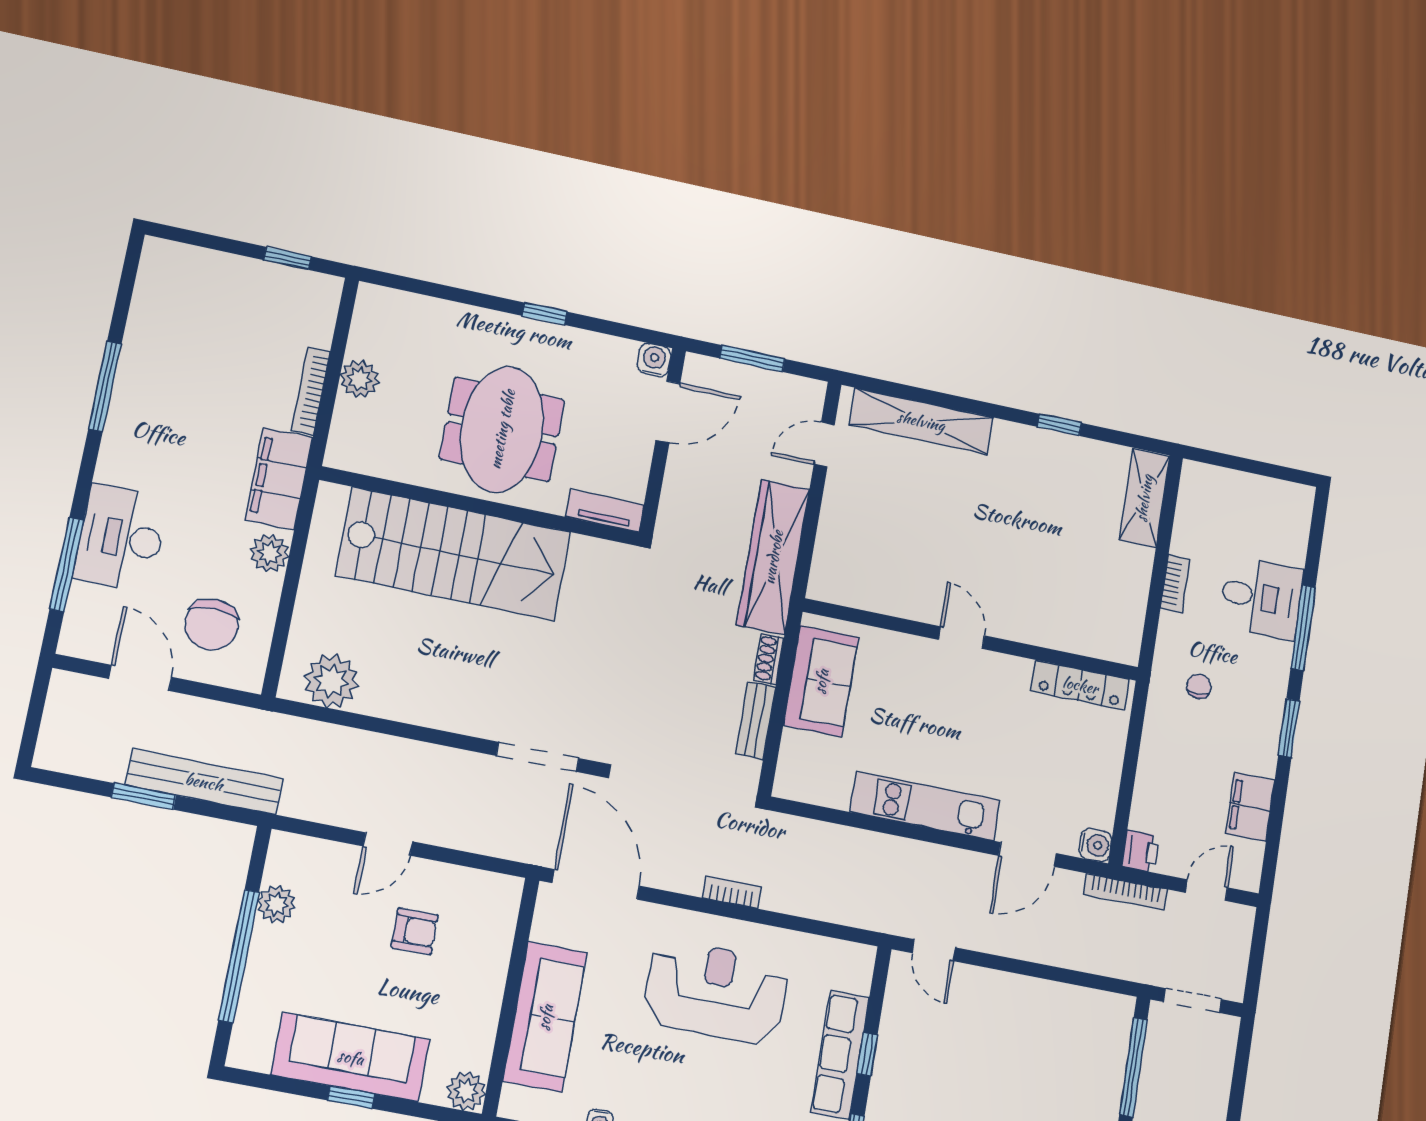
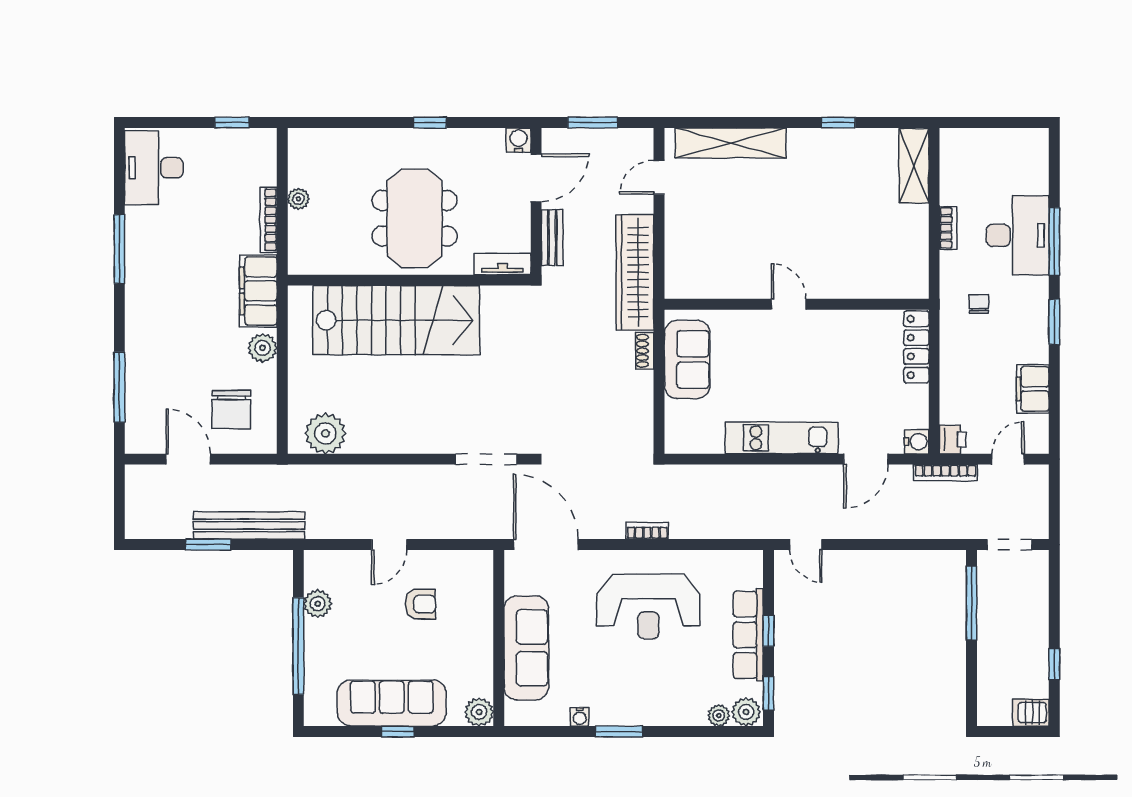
plant: (360, 379) -> (298, 199), width x0.73, depth x0.73
desk: (121, 538) -> (154, 168), moved
desk: (1261, 598) -> (1018, 235), width x1.37
locker: (1080, 685) -> (916, 347), moved, turned 90
bench: (756, 721) -> (552, 238), moved
reception desk: (716, 992) -> (648, 606), turned 180

